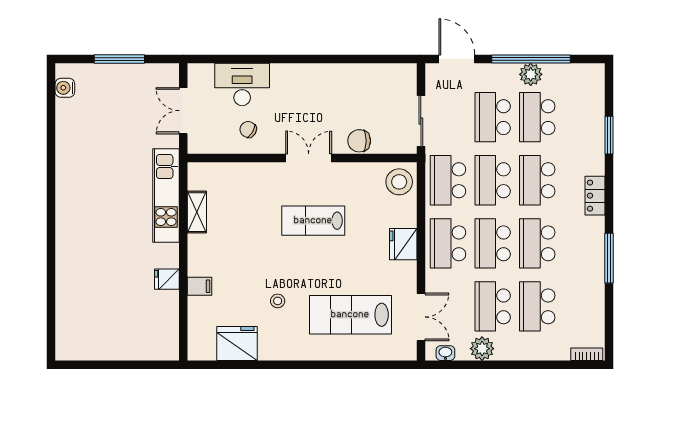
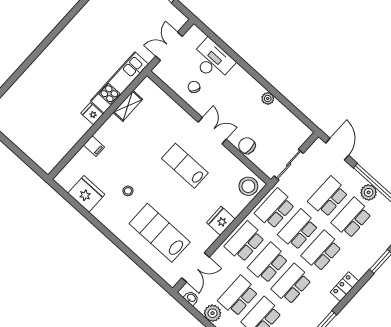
plant: (336, 72) -> (268, 98), added
fridge: (167, 279) -> (92, 114), moved

